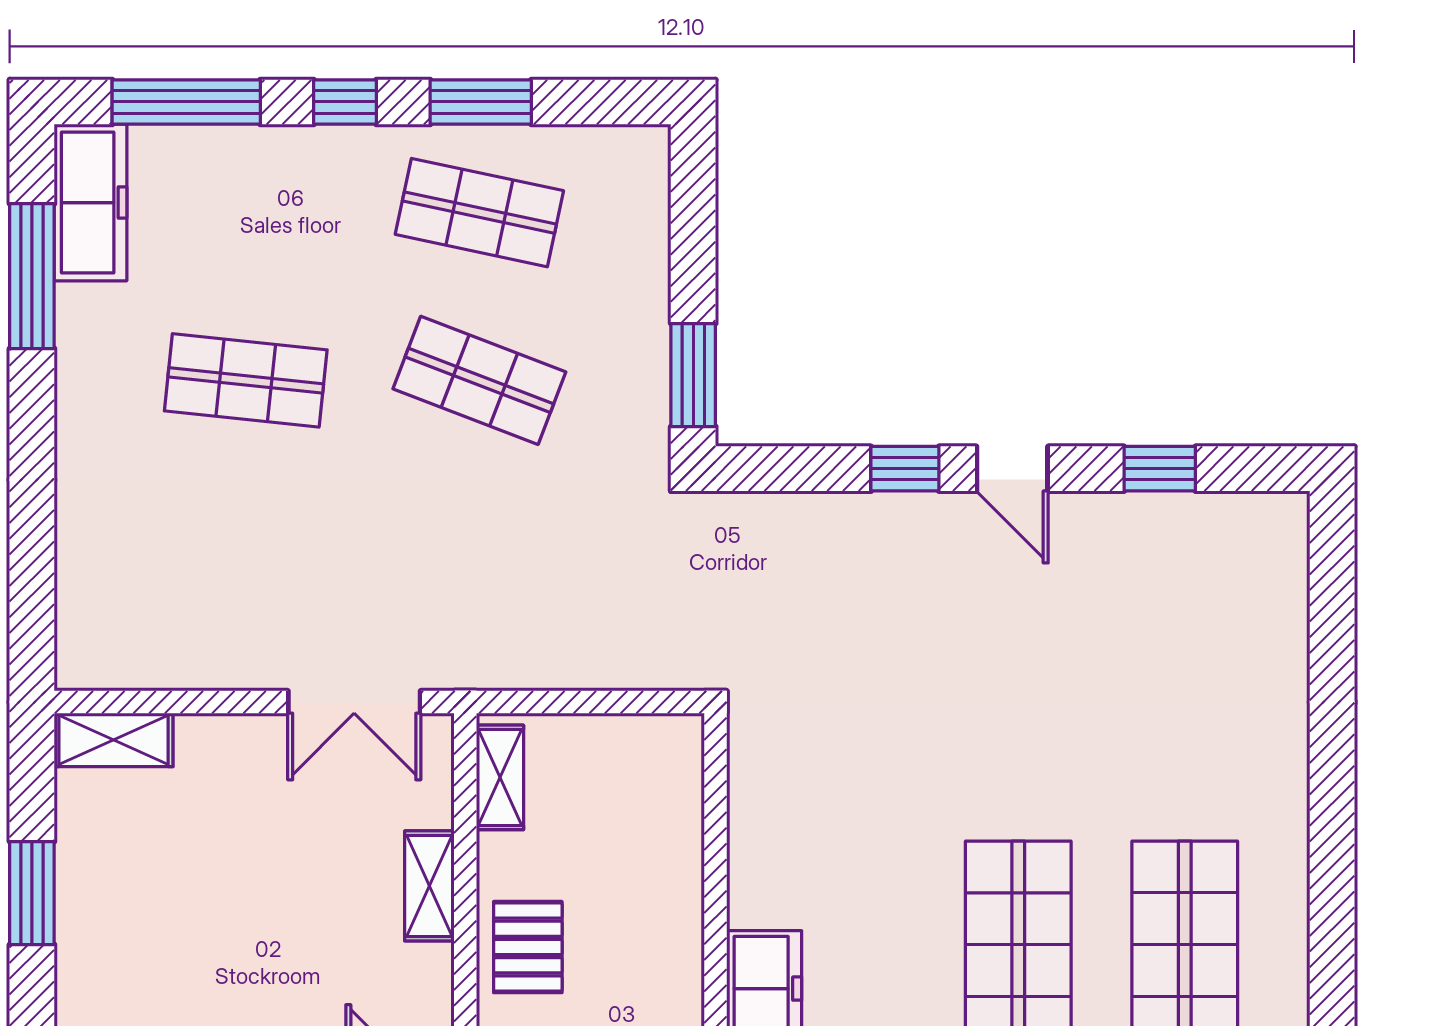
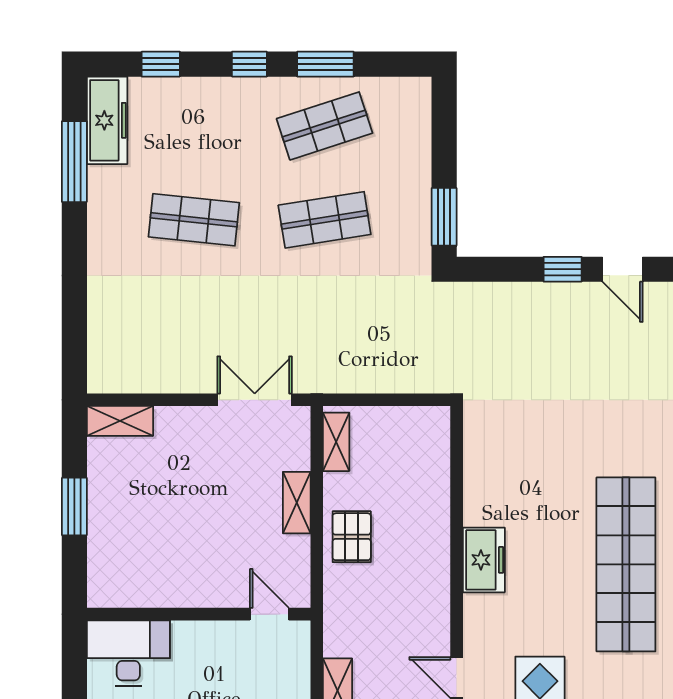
window: (186, 102) -> (161, 64), width x0.46
shop shelf: (479, 213) -> (325, 126), turned -30
shop shelf: (479, 380) -> (325, 220), turned -30
double door: (354, 702) -> (255, 400), swing flipped

